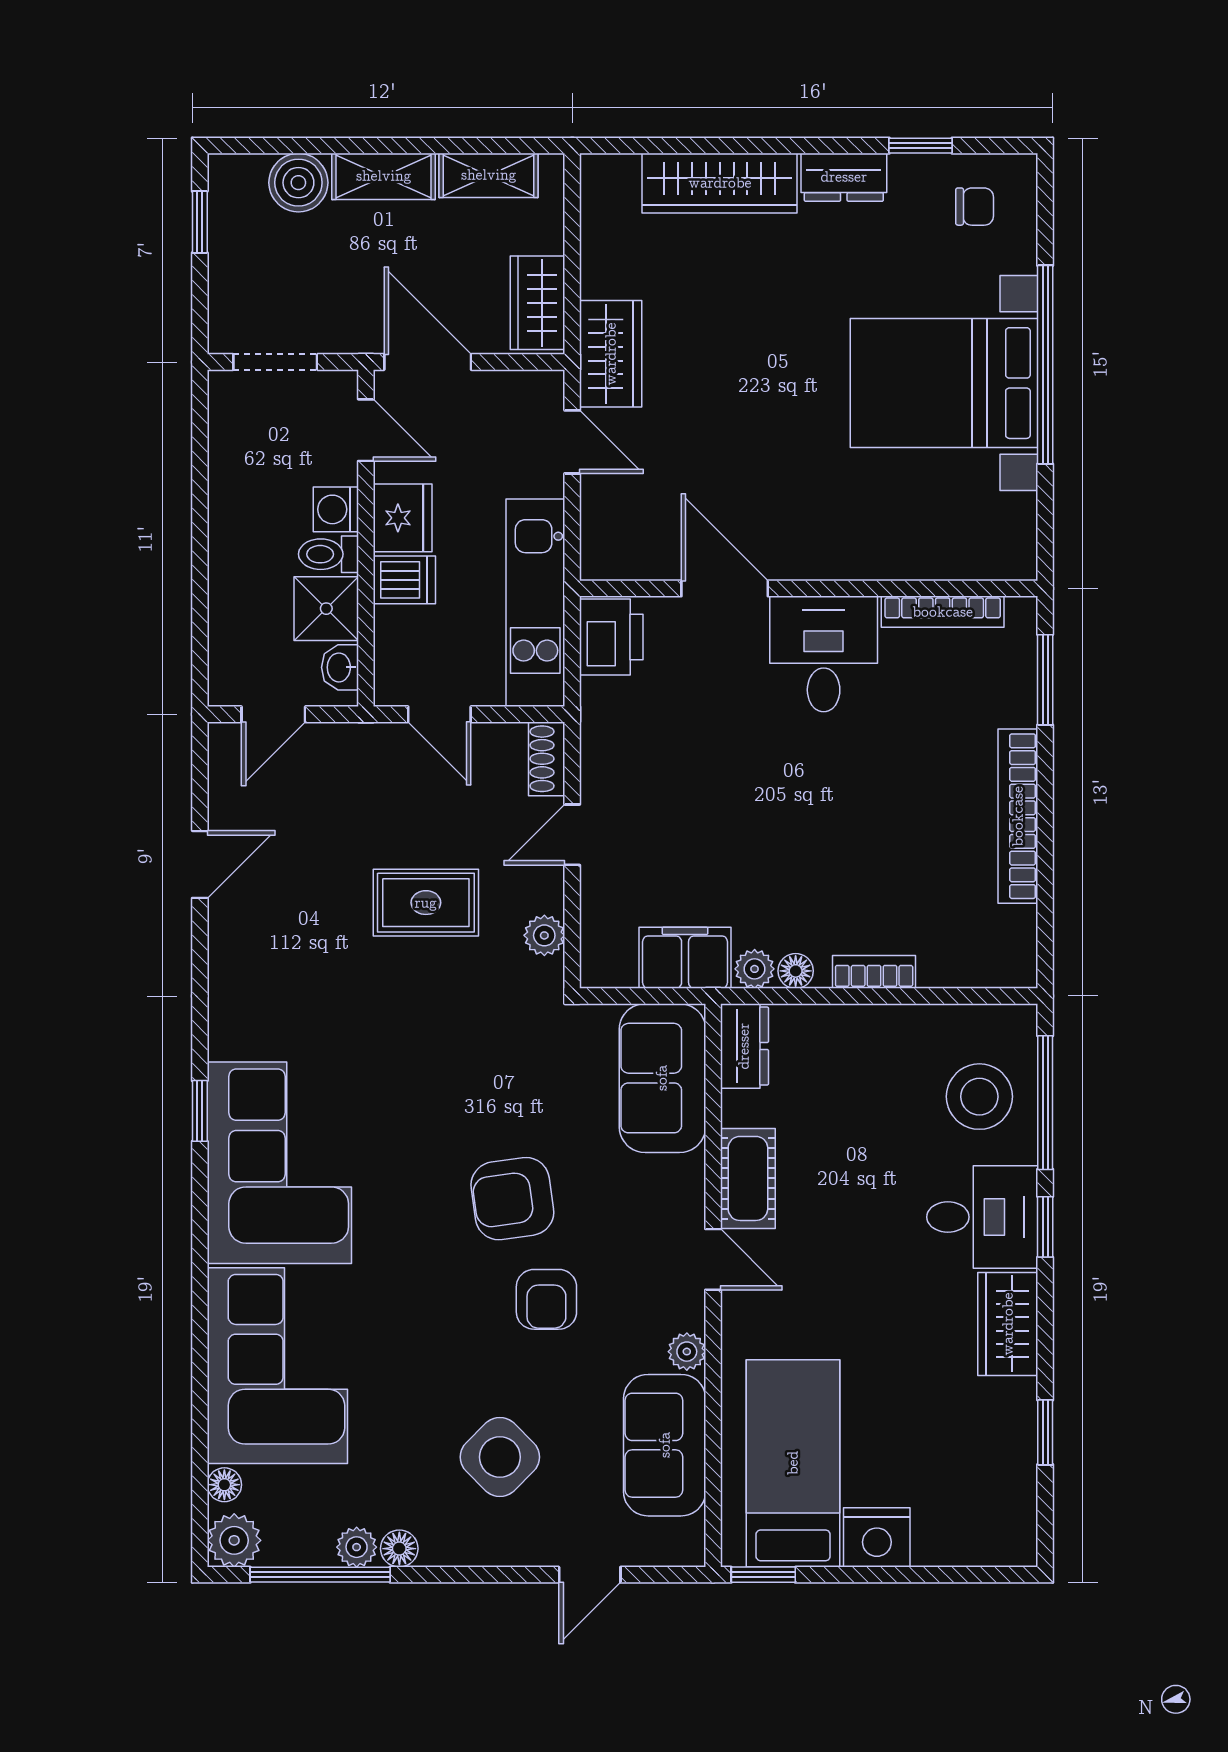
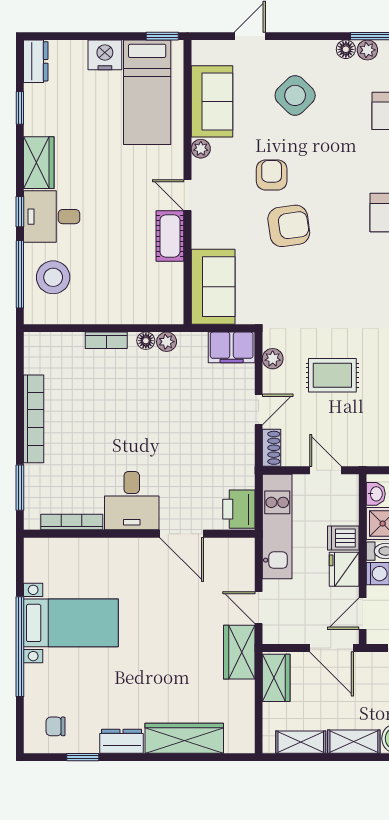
bed with nightstands: (944, 383) -> (71, 623), width x0.73
door: (366, 430) -> (363, 614), hinge flipped
filing cabinet: (685, 958) -> (232, 347), moved
dresser: (744, 1046) -> (36, 61), moved, turned 180

